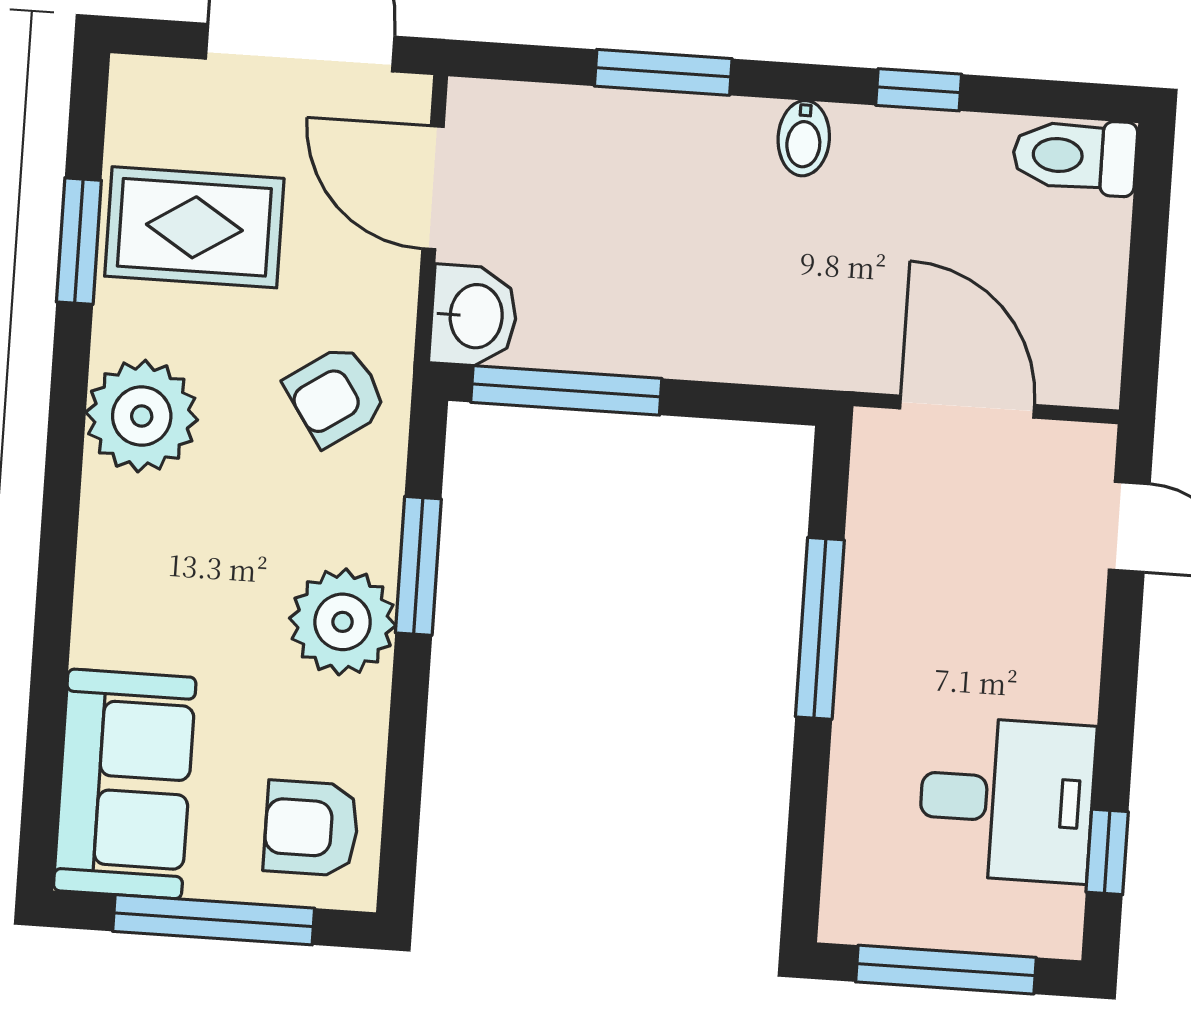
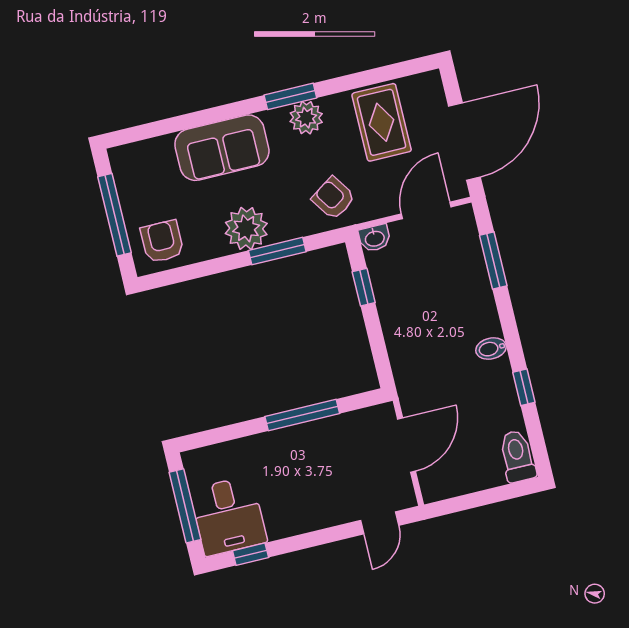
window: (663, 72) -> (493, 261), moved
window: (79, 241) -> (290, 96), moved
washbasin: (474, 316) -> (375, 238), width x0.72, depth x0.69
window: (566, 390) -> (364, 287), width x0.46
plant: (142, 416) -> (306, 118), width x0.73, depth x0.73
sofa: (125, 784) -> (222, 148), moved
desk: (1007, 800) -> (228, 516), moved

